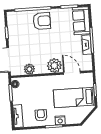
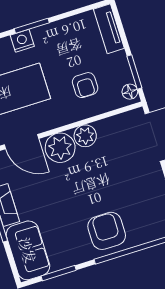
armchair: (42, 21) -> (107, 231), turned 90
plant: (29, 69) -> (85, 136), moved
armchair: (41, 115) -> (85, 85), moved

